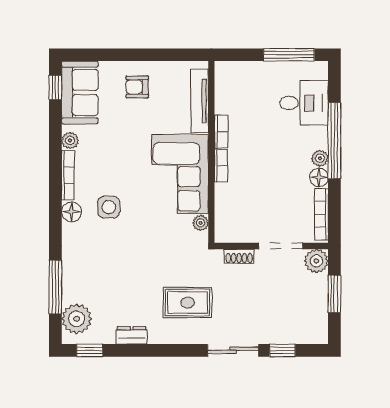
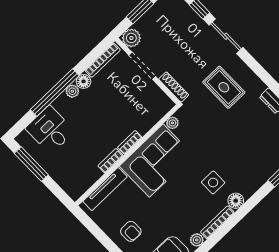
shoe rack: (239, 256) -> (174, 87), width x1.43

